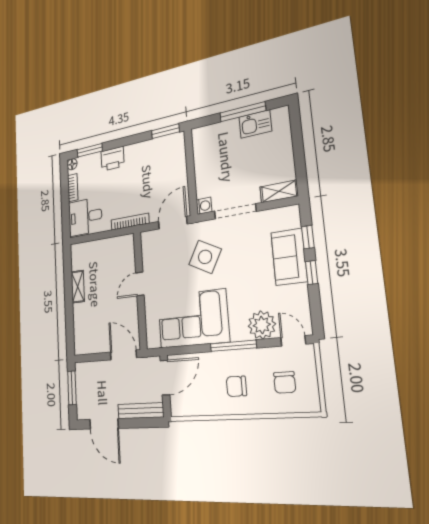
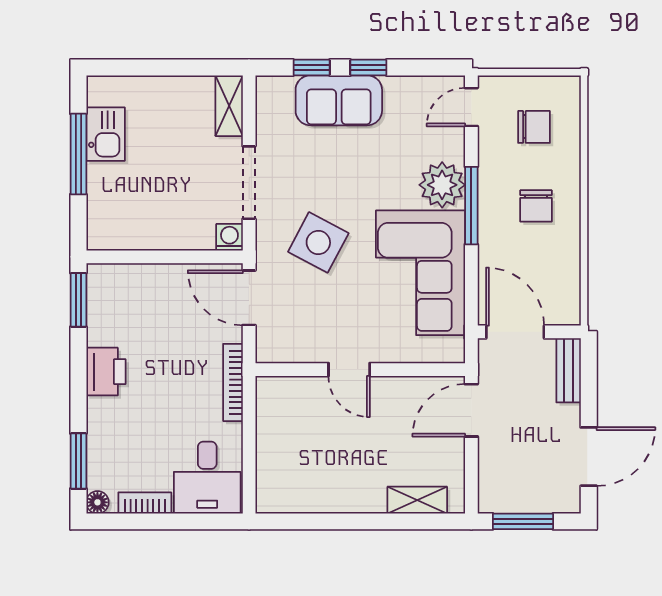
printer: (112, 159) -> (106, 372), moved
shelving: (78, 287) -> (417, 500), moved
plant: (262, 325) -> (442, 185), moved
bench: (141, 411) -> (569, 370), width x0.73

